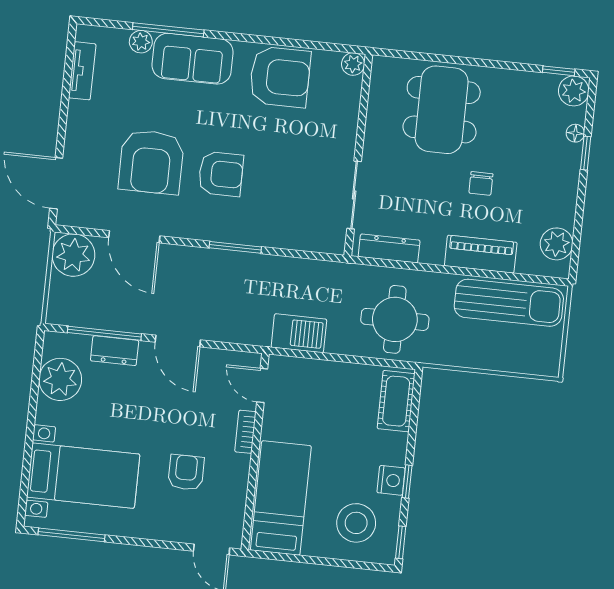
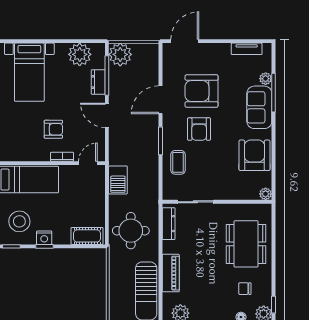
armchair: (280, 77) -> (254, 155), turned 180
dining table: (442, 110) -> (246, 244), turned 90
chair: (481, 183) -> (245, 289), moved
coffee table: (278, 219) -> (178, 162), added
door: (134, 237) -> (160, 100), moved
plant: (73, 255) -> (120, 54), moved
door: (178, 341) -> (107, 115), hinge flipped
armchair: (186, 472) -> (53, 129), moved

